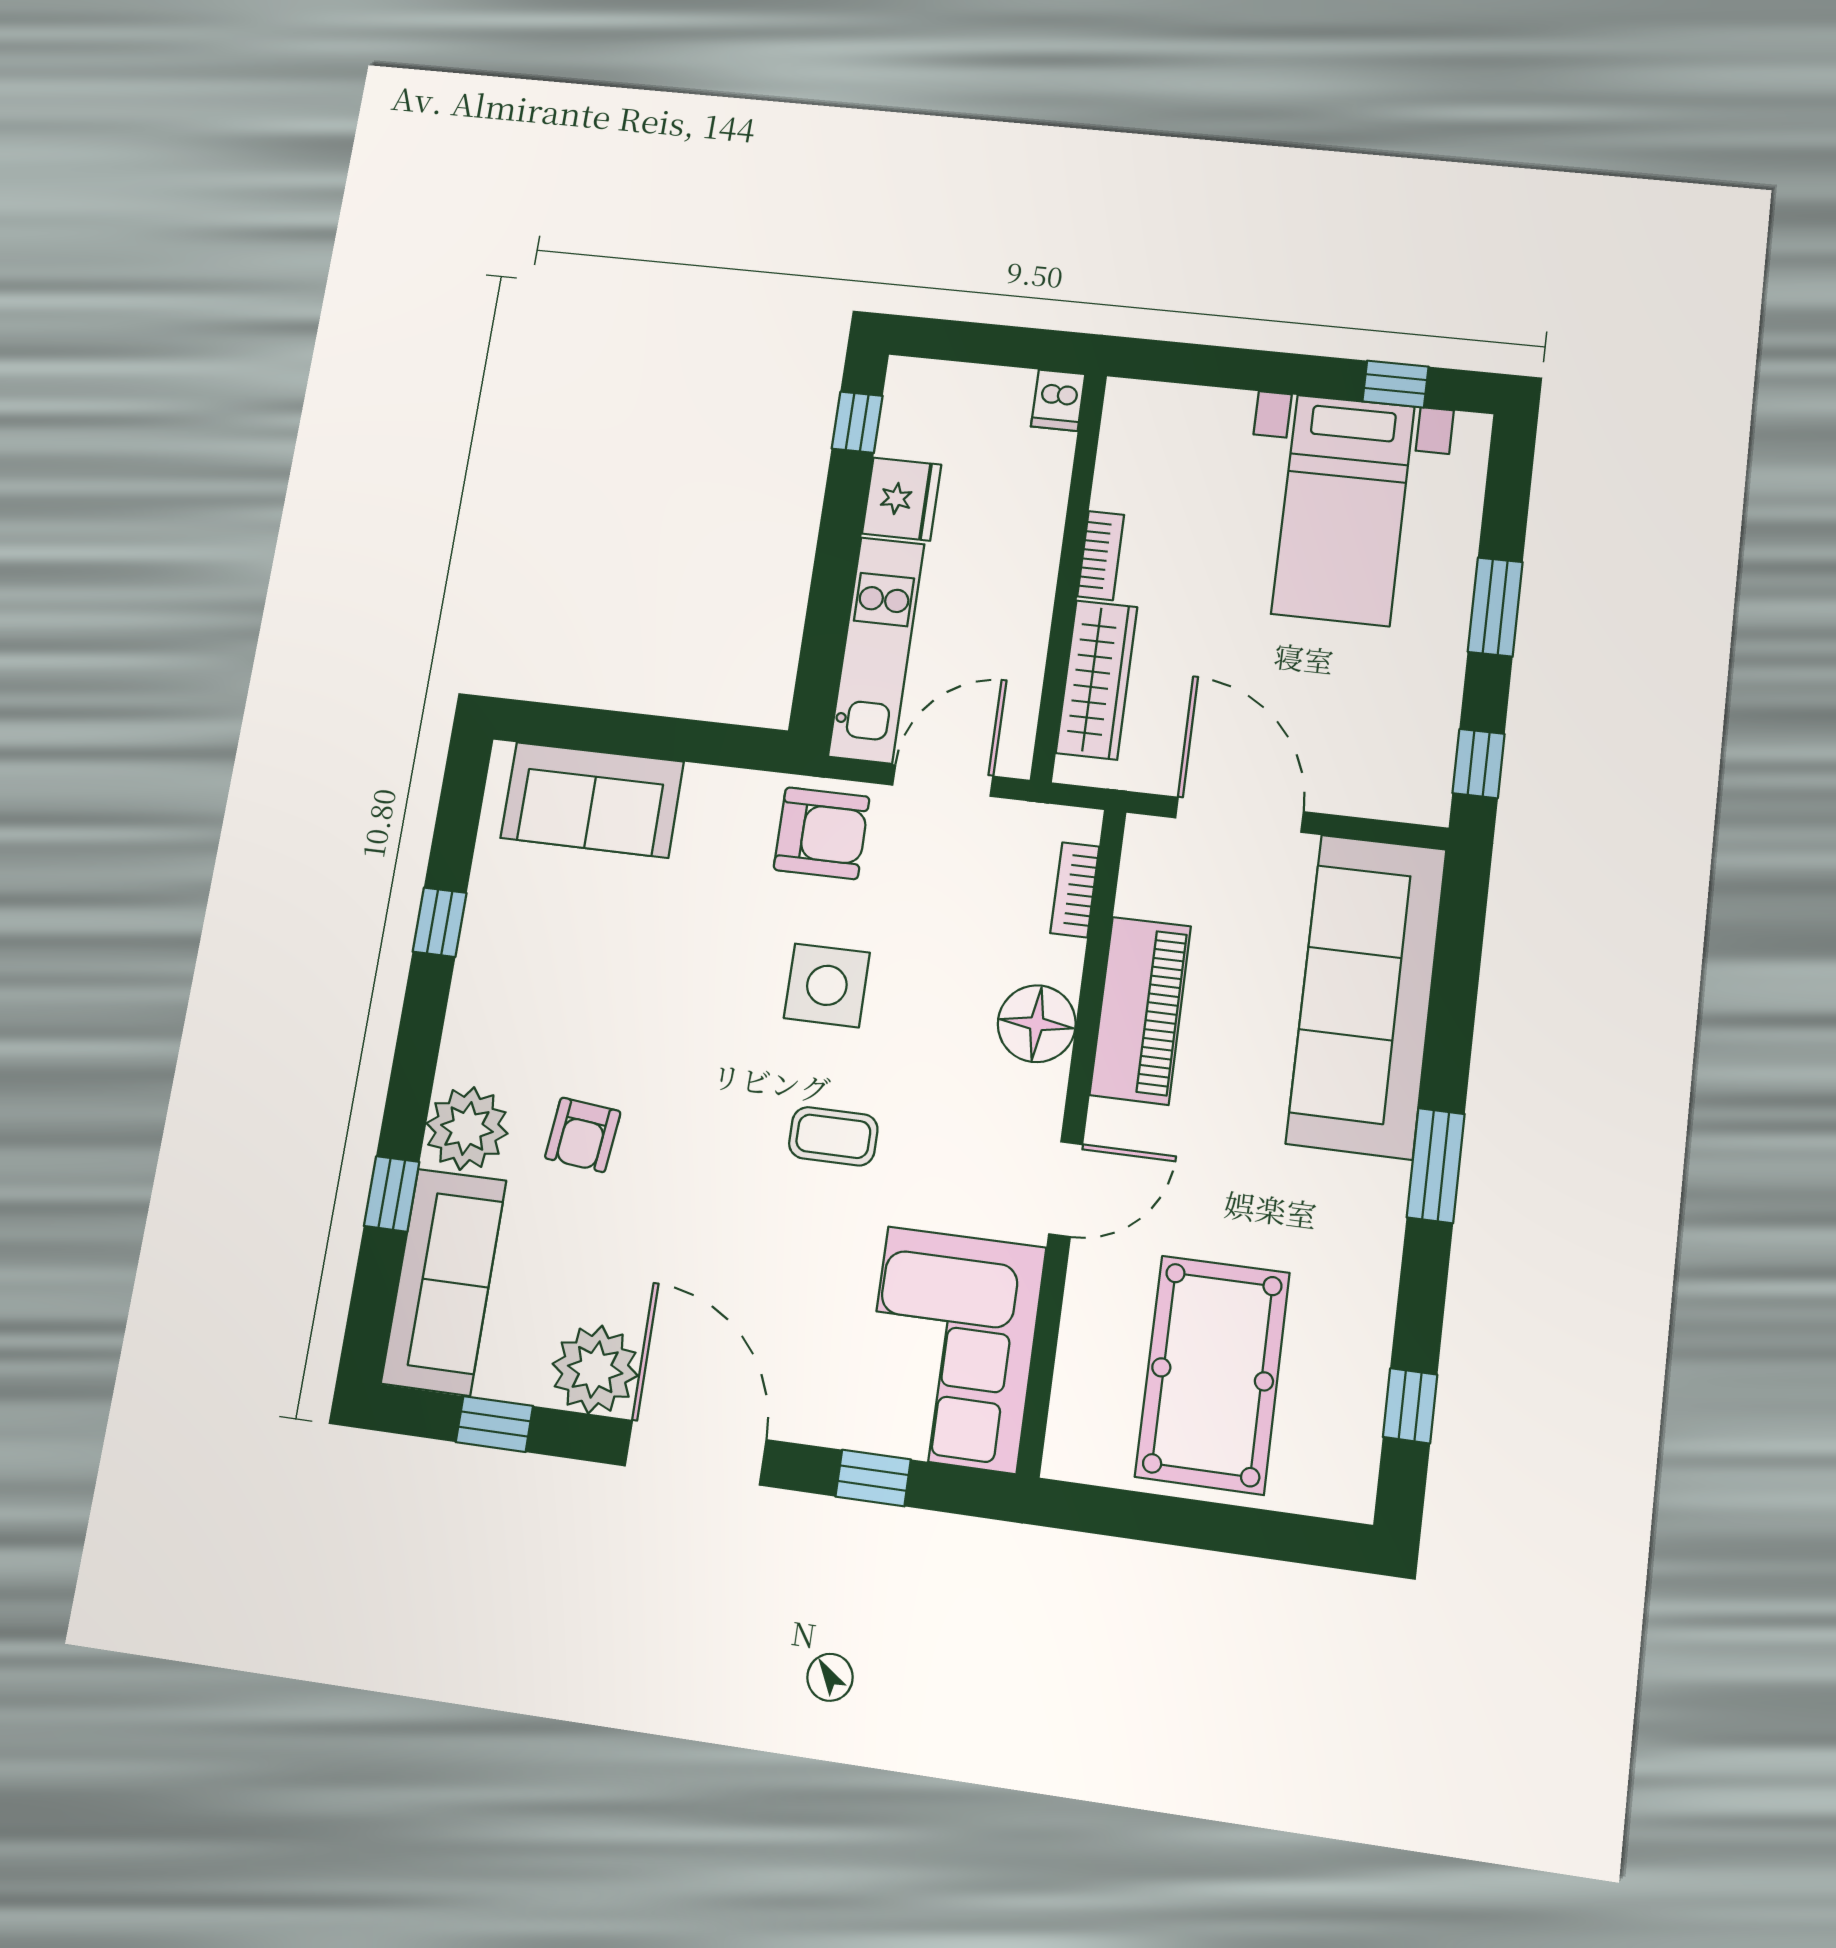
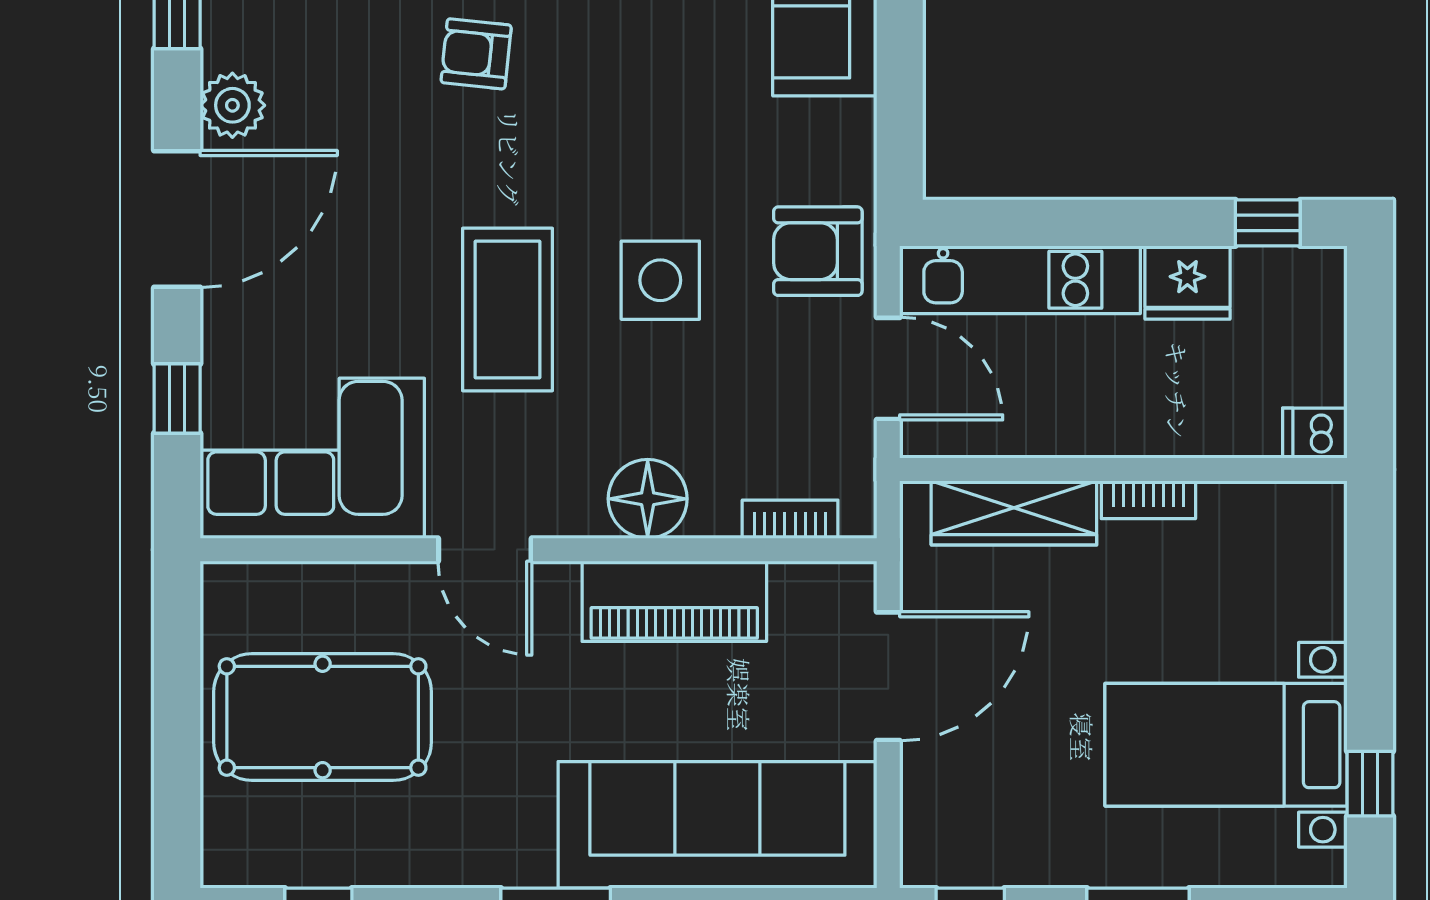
armchair: (822, 833) -> (818, 251), turned 90
coffee table: (833, 1136) -> (507, 310), width x1.86, depth x1.72
plant: (595, 1370) -> (232, 105), width x0.73, depth x0.73

